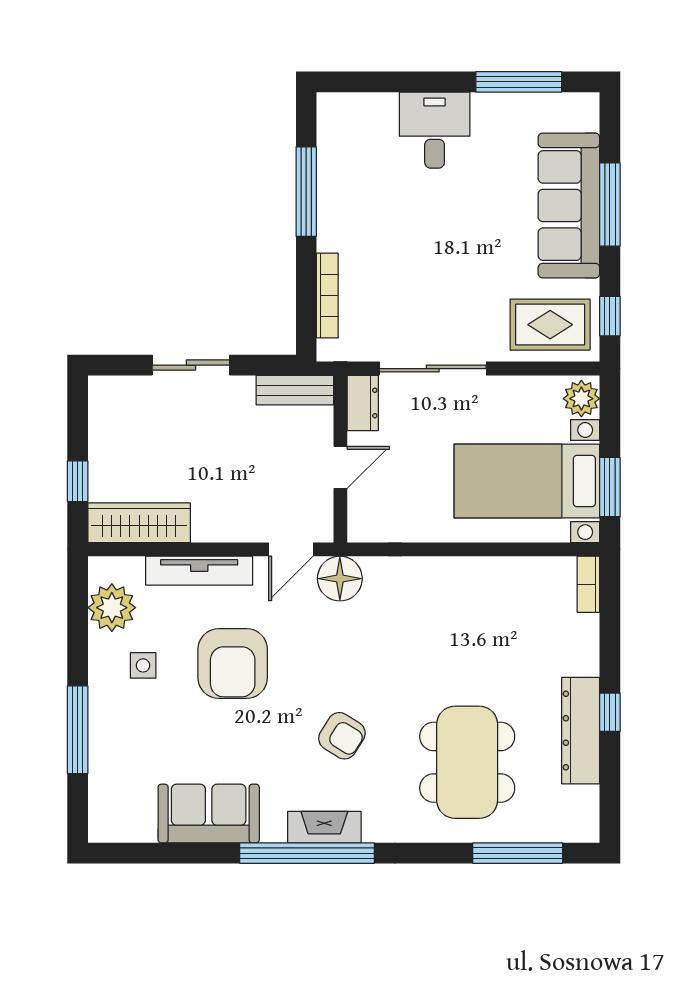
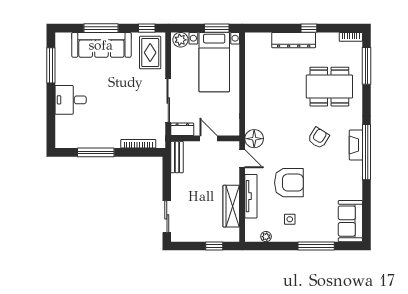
sliding door: (191, 365) -> (167, 217), moved
wardrobe: (139, 523) -> (231, 206), moved
bookcase: (588, 584) -> (351, 37), moved
plant: (112, 608) -> (266, 237), width x0.53, depth x0.53
dresser: (581, 731) -> (294, 40), moved
sofa: (209, 814) -> (350, 221), moved

